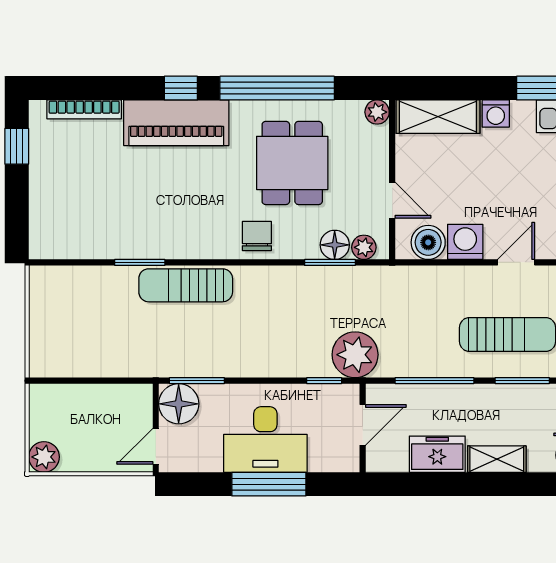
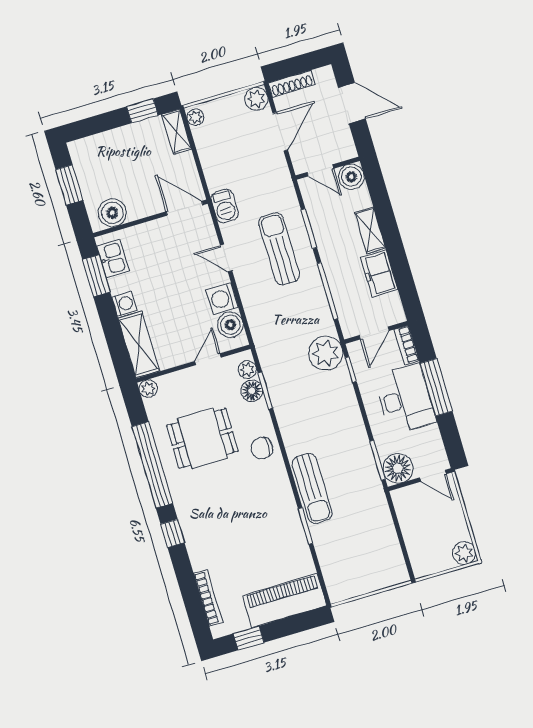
piano: (176, 123) -> (285, 601), moved, turned -90
door: (363, 425) -> (374, 333), swing flipped
bookcase: (335, 462) -> (407, 345), added

